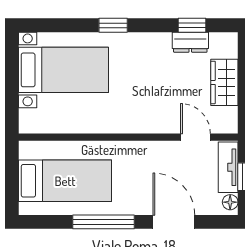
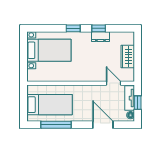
window: (192, 25) -> (99, 28), moved
dresser: (190, 42) -> (100, 37), moved
window: (104, 222) -> (56, 125), moved

